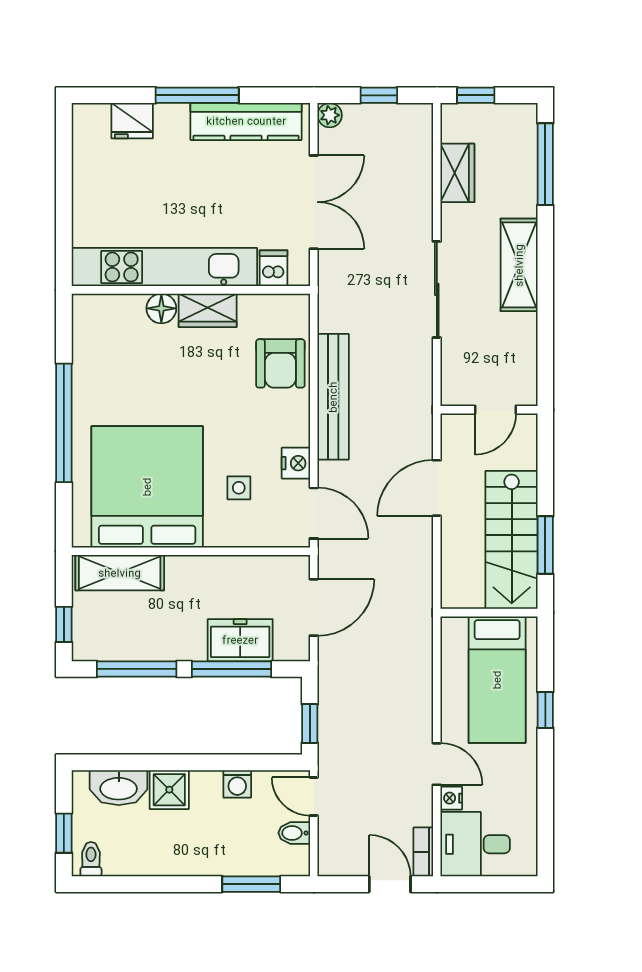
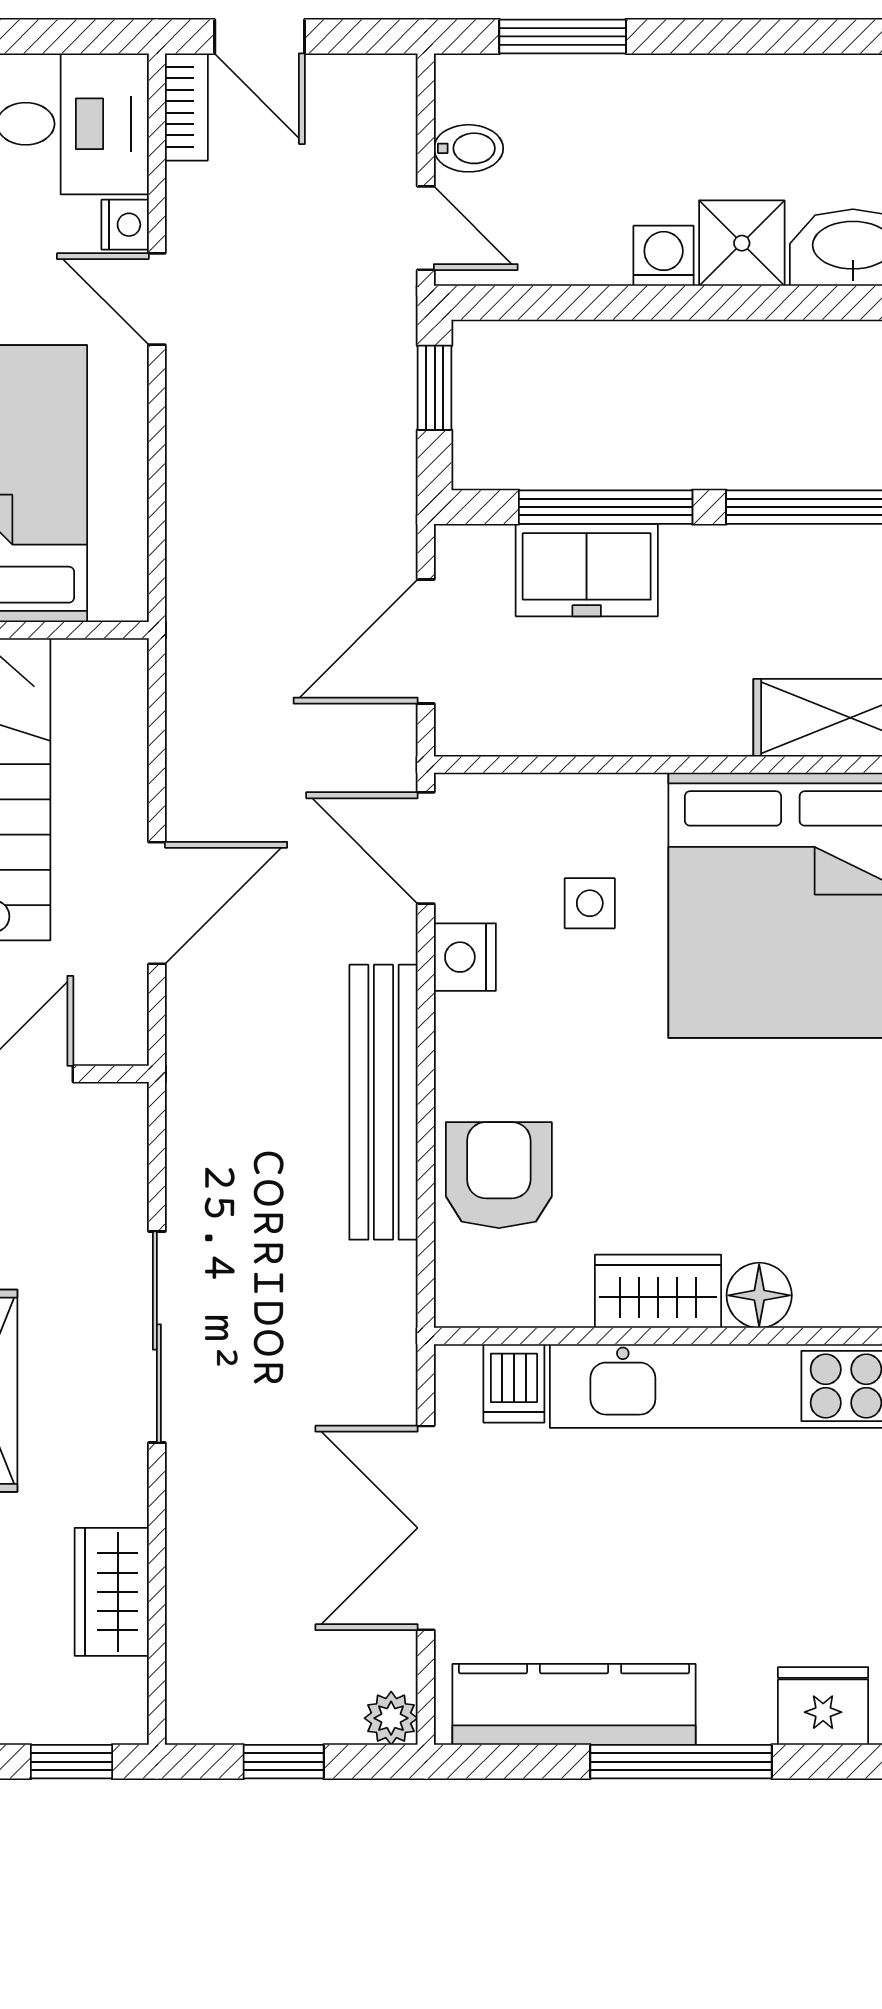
washing machine: (237, 784) -> (664, 256), moved

